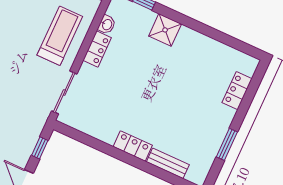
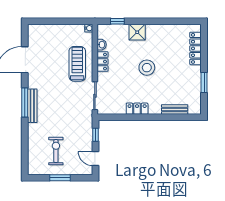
stool: (156, 86) -> (147, 68), added
locker: (237, 91) -> (196, 48), width x1.53
locker: (133, 146) -> (137, 109), moved

